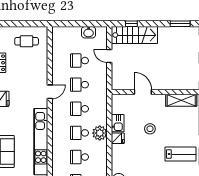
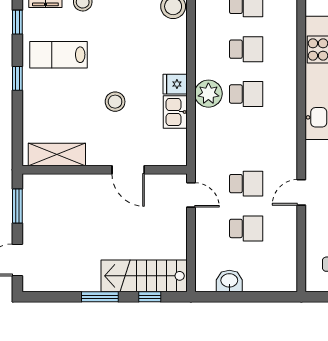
window: (180, 24) -> (100, 297), moved
door: (109, 56) -> (191, 195), moved
door: (50, 92) -> (301, 192), moved
school desk: (79, 109) -> (246, 139), removed

